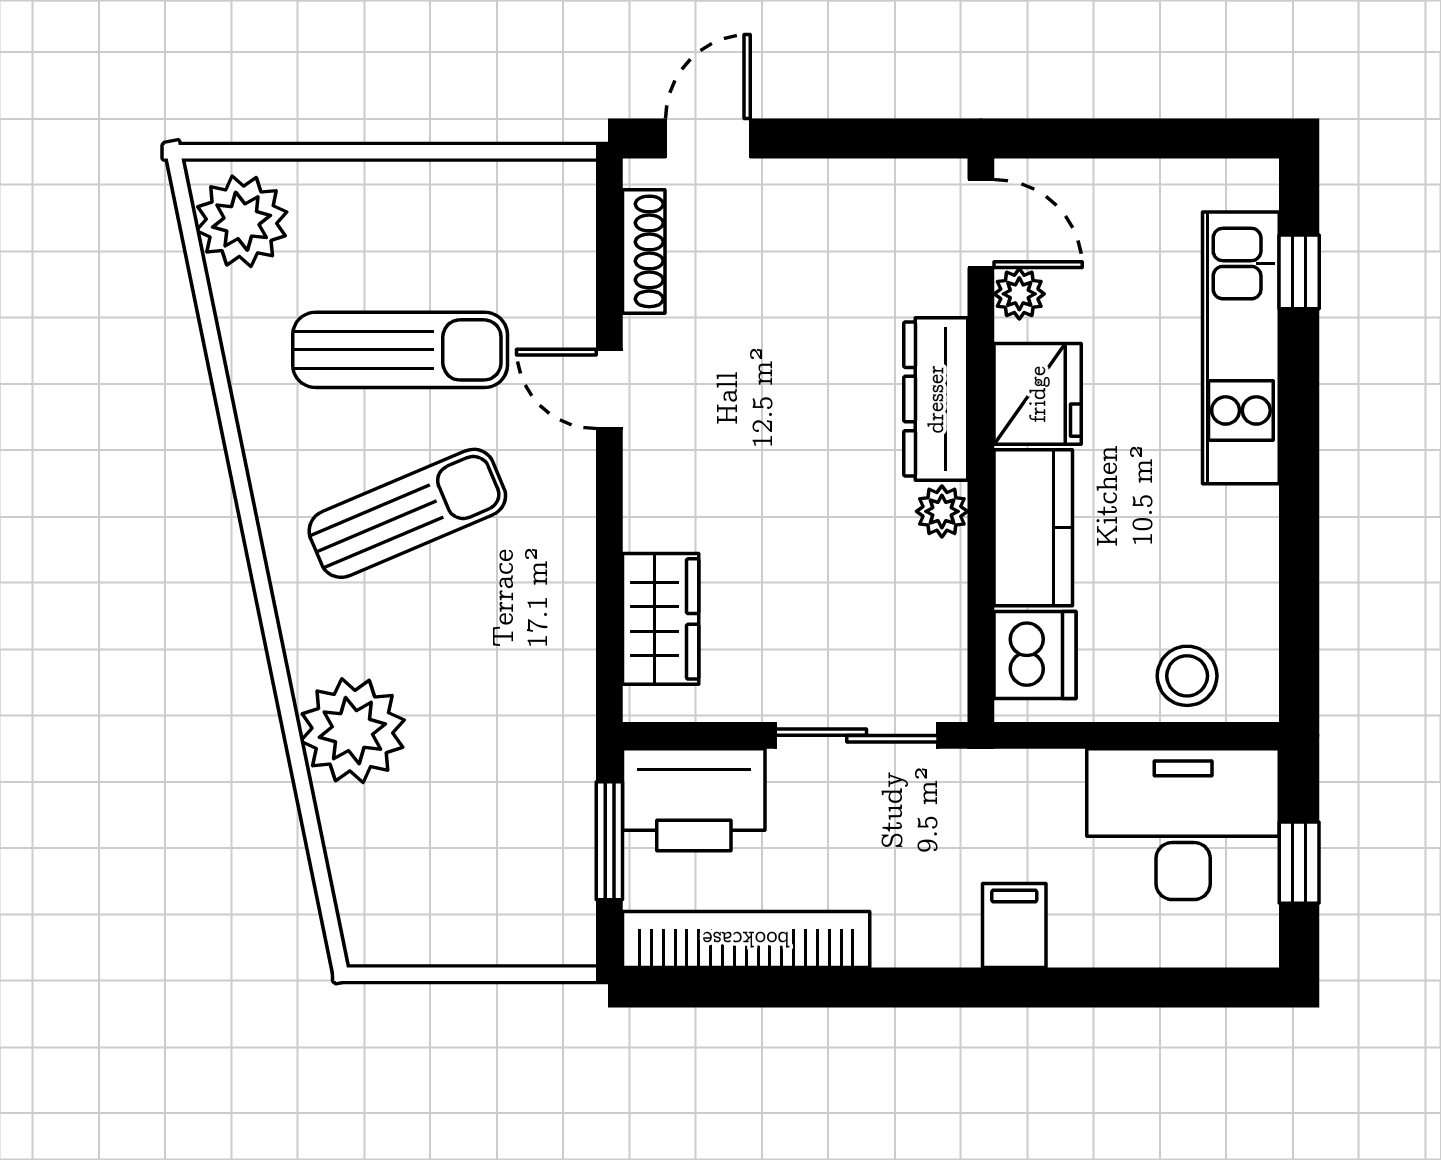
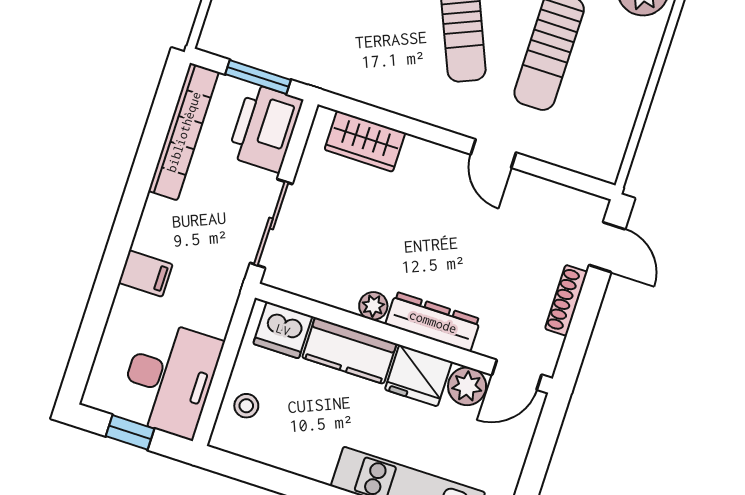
shoe rack: (644, 251) -> (566, 300), moved, turned 90
plant: (1019, 294) -> (467, 386), width x1.38, depth x1.38
door: (609, 389) -> (493, 153), swing flipped
stool: (1187, 676) -> (246, 406), width x0.73, depth x0.73

